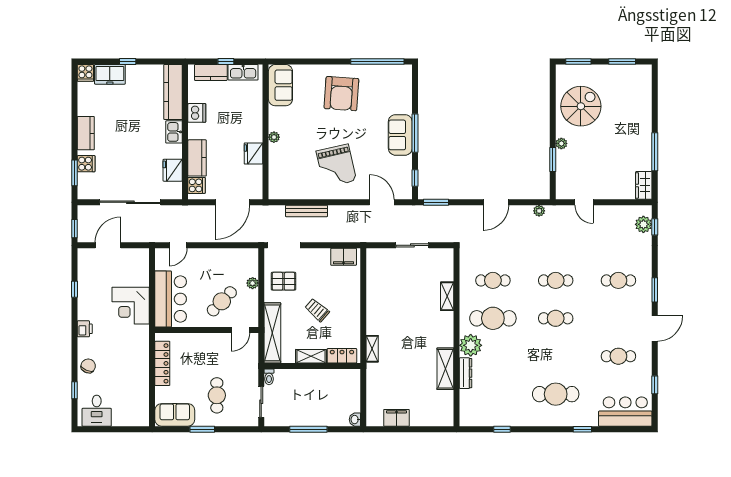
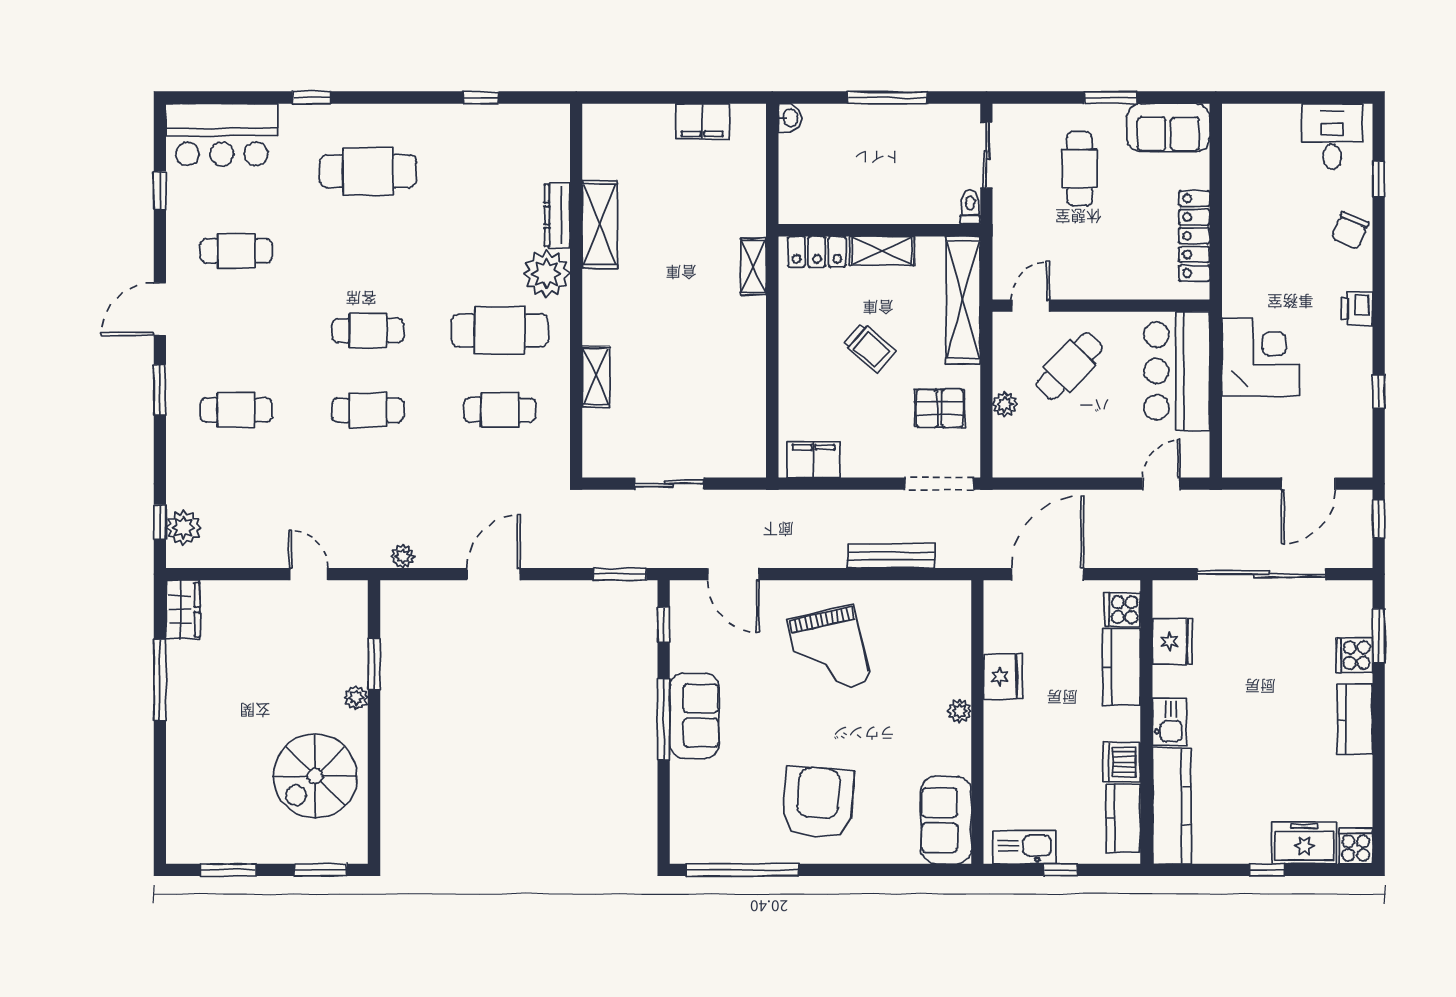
kitchen counter: (211, 72) -> (1123, 818), moved, turned -90
grand piano: (336, 166) -> (829, 651), turned 180

